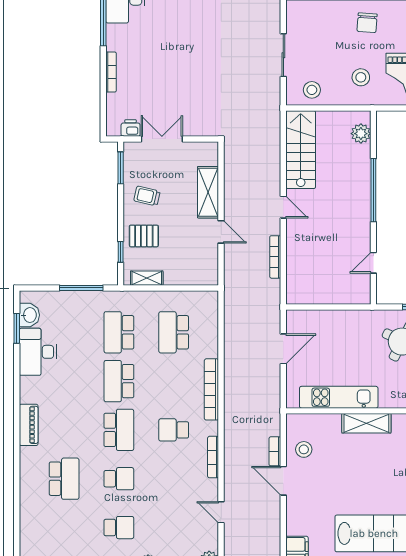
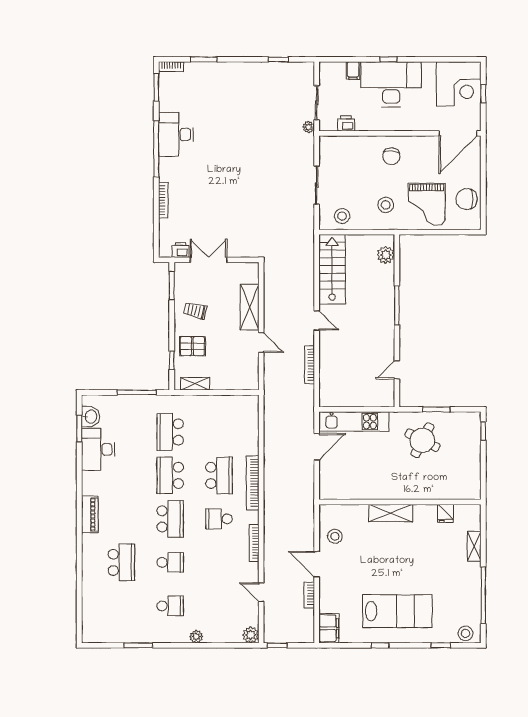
window: (373, 190) -> (397, 305), width x0.68
school desk: (174, 332) -> (219, 475), moved, turned 180
kitchen unit: (339, 397) -> (354, 422), moved, turned 180
bookcase: (275, 451) -> (309, 595), moved

